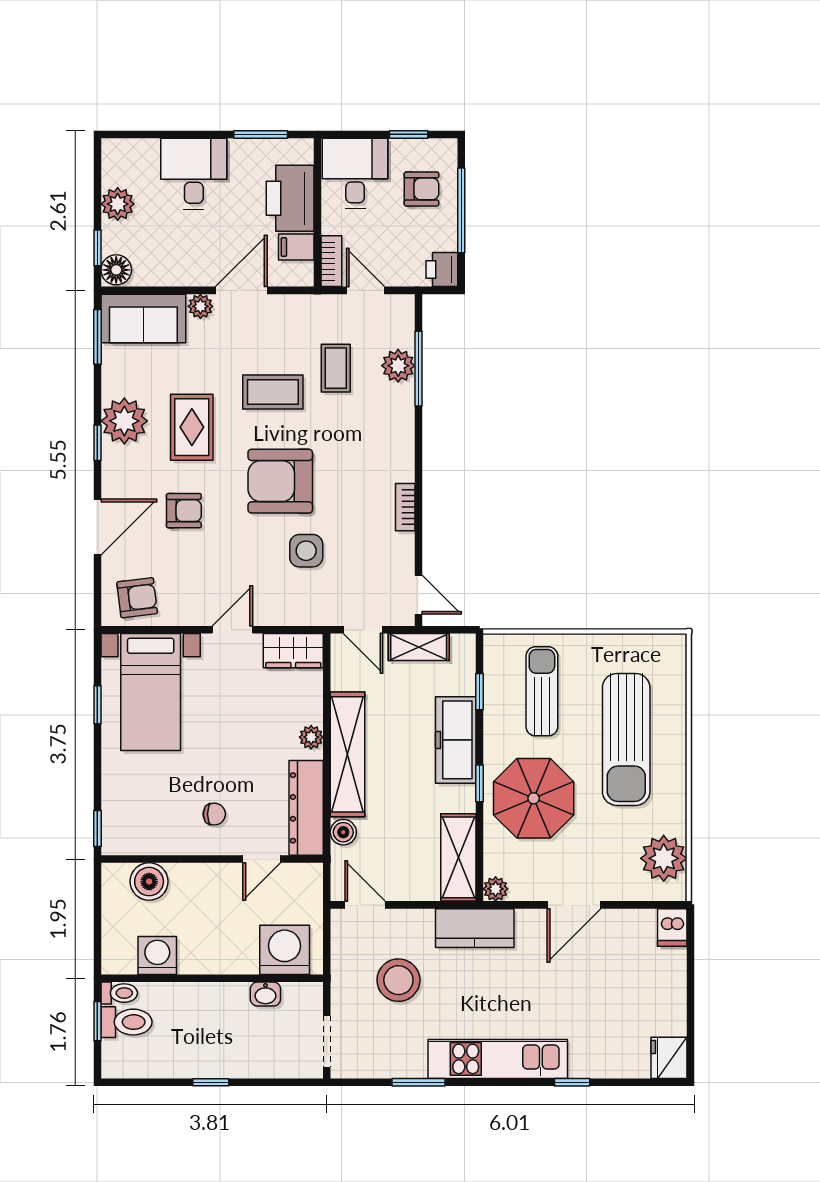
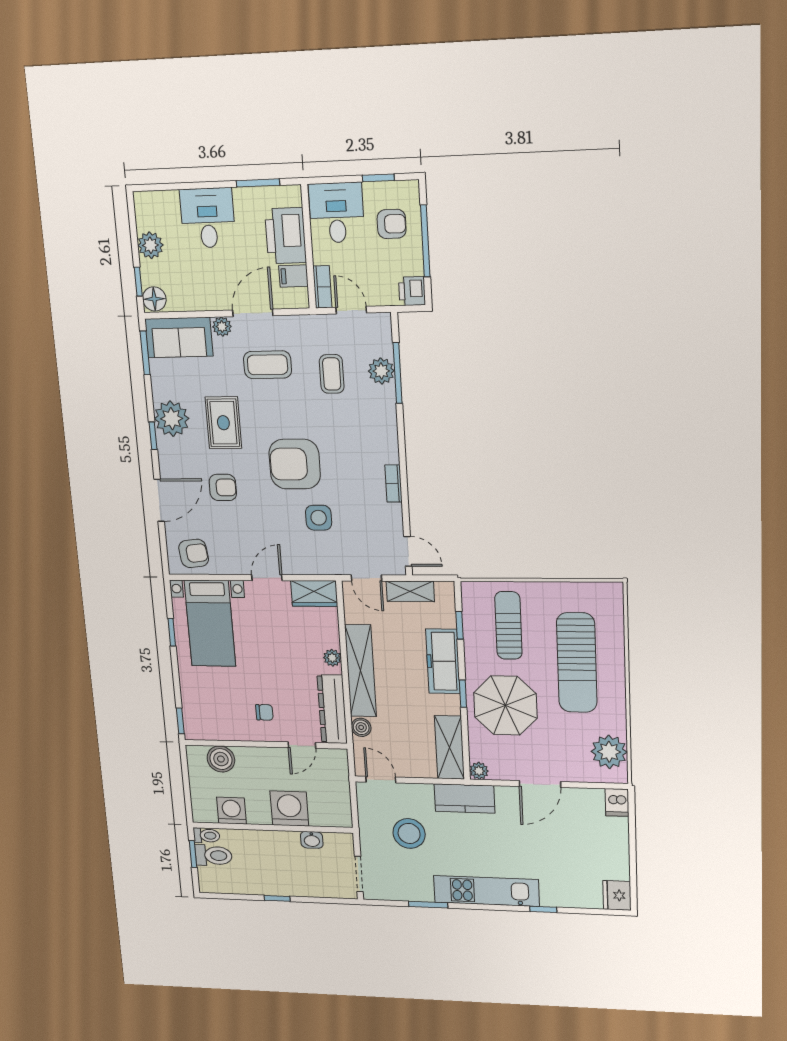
coffee table: (273, 392) -> (268, 365), moved
washing machine: (285, 950) -> (289, 809), moved

